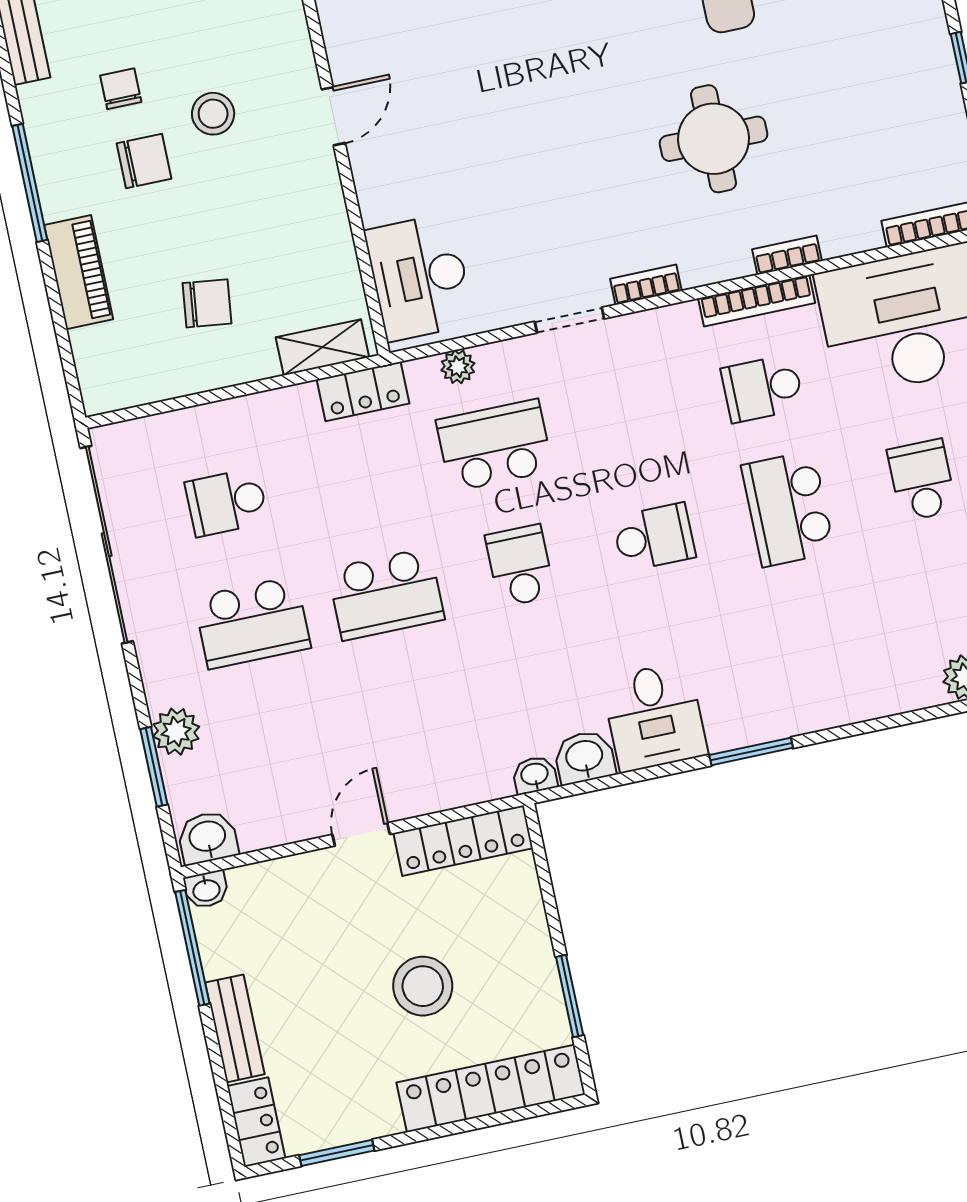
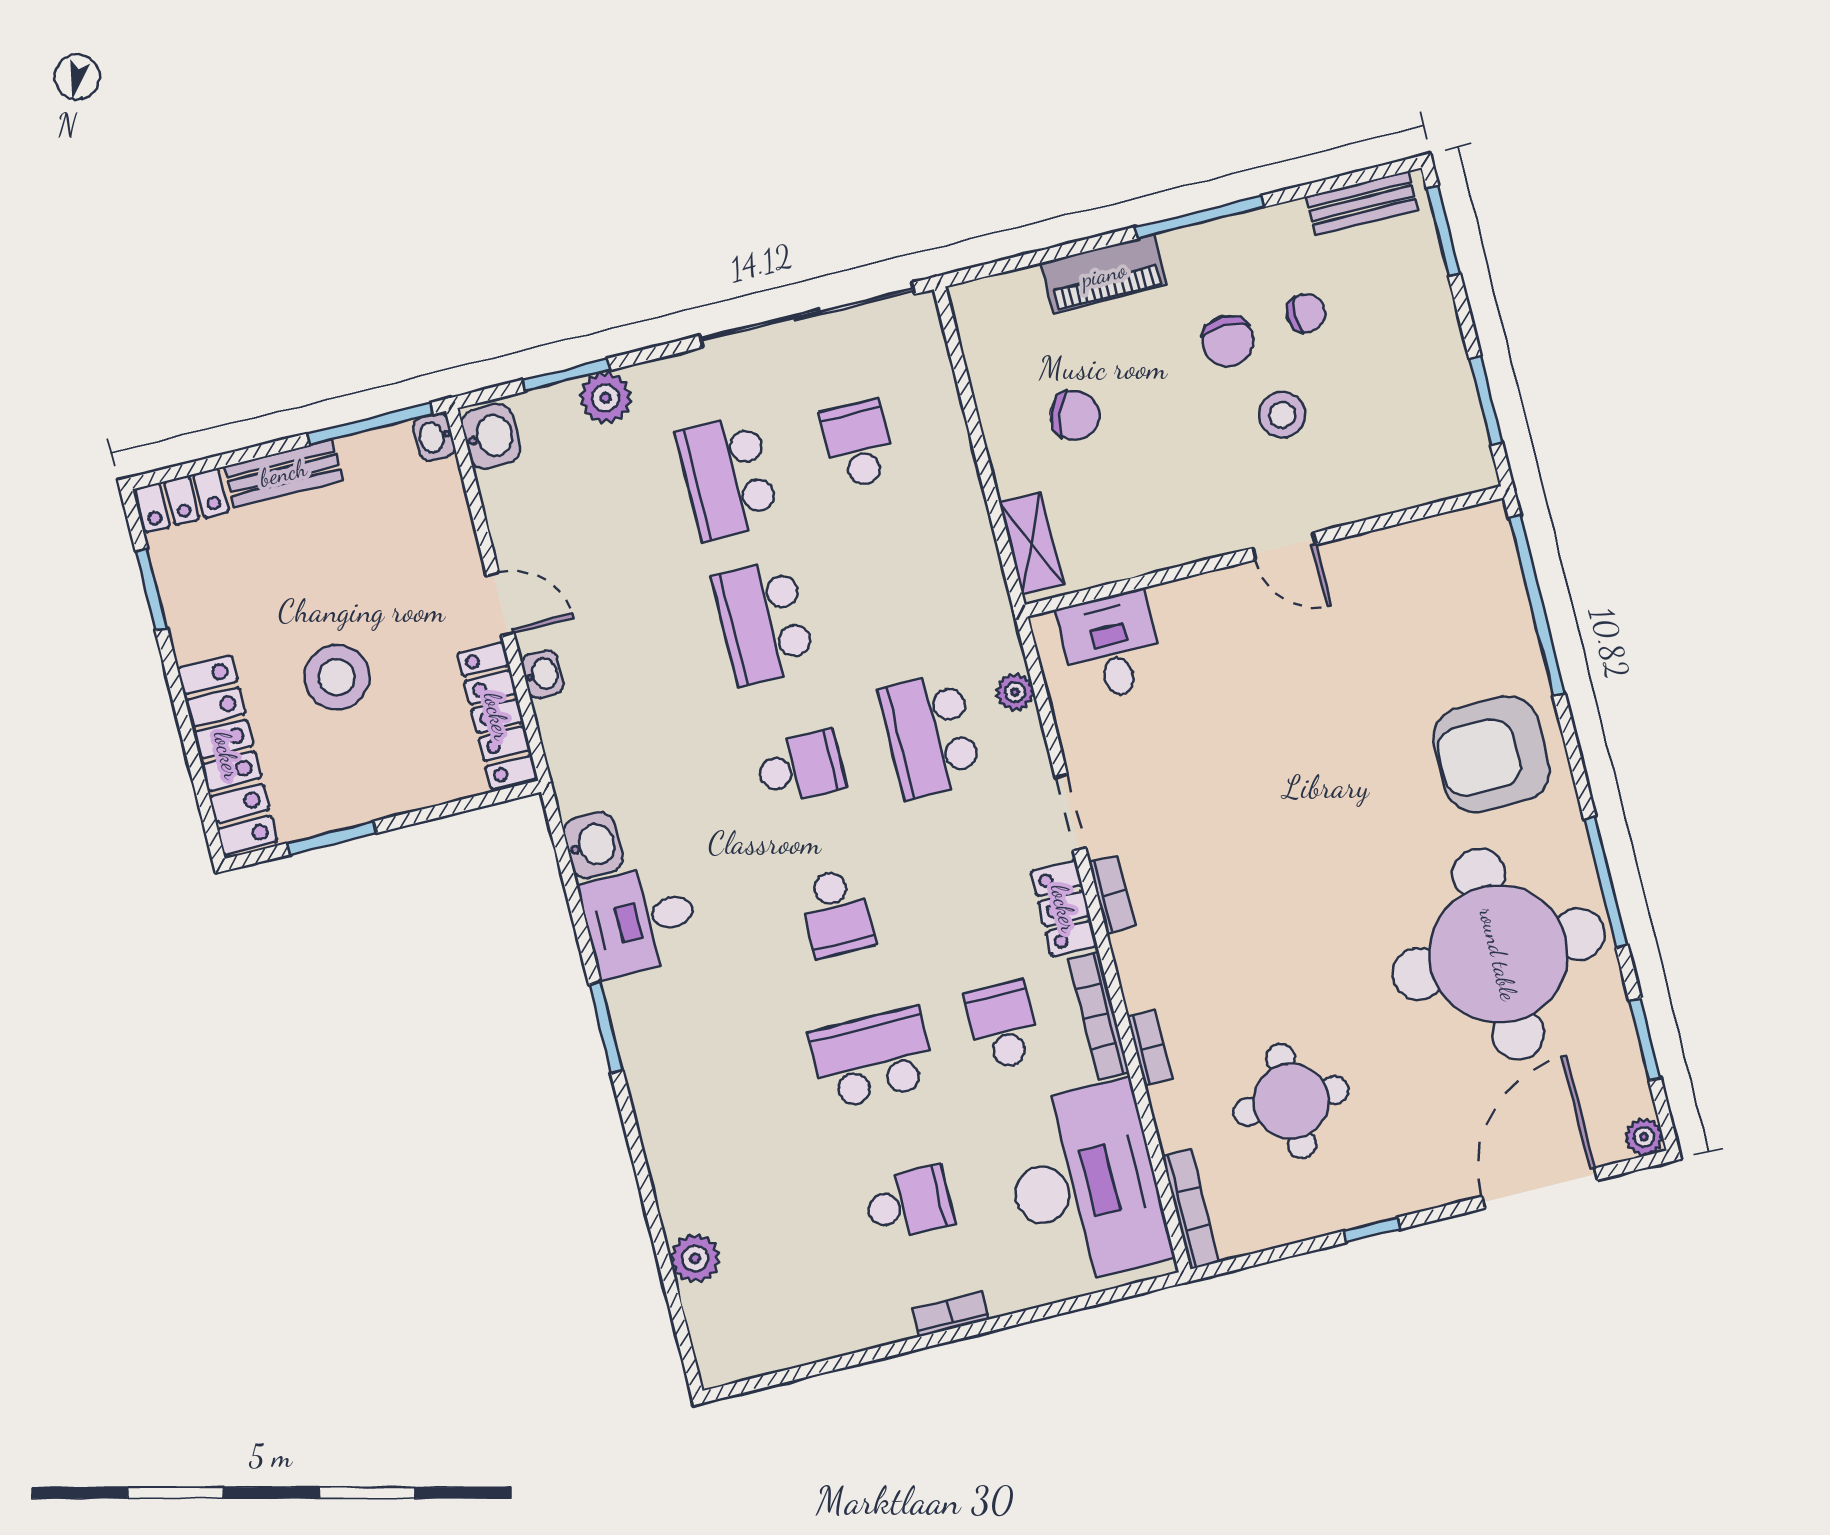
round table: (714, 139) -> (1291, 1101), moved
desk: (419, 277) -> (1111, 646), width x0.73
chair: (207, 303) -> (1075, 415), turned -77
locker: (363, 391) -> (1064, 908), moved
school desk: (494, 445) -> (931, 735), turned 180
washbasin: (535, 775) -> (543, 674), moved

